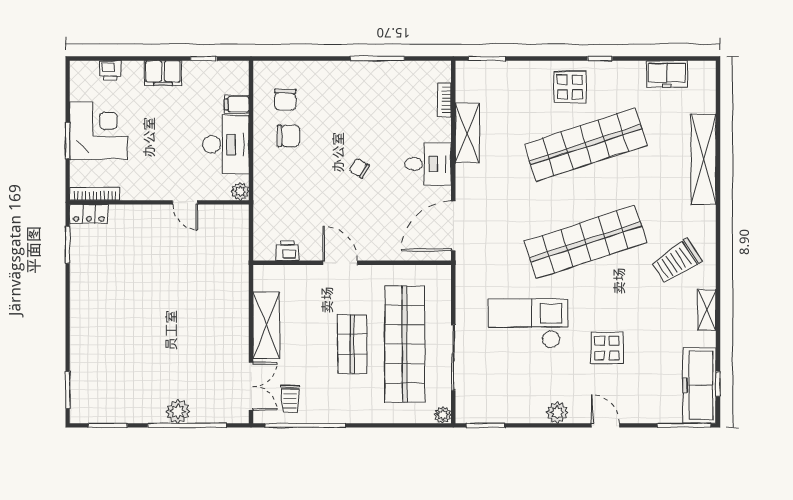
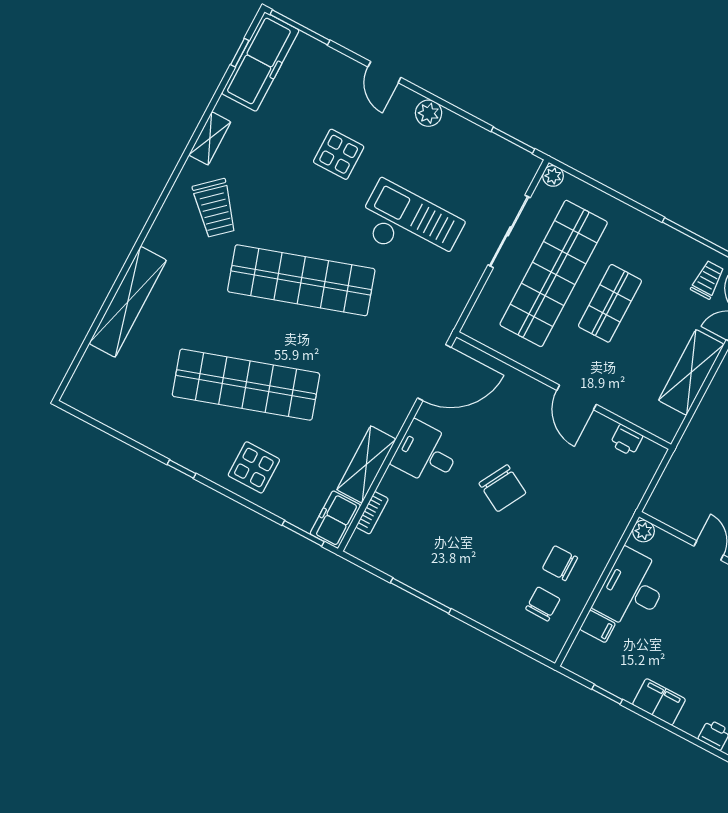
freezer: (667, 74) -> (335, 520), moved, turned -90
display table: (570, 87) -> (254, 467), moved
chair: (359, 168) -> (502, 488), width x1.87, depth x1.87
trolley: (676, 261) -> (215, 208), turned 81
checkout: (528, 323) -> (409, 226), turned 180

